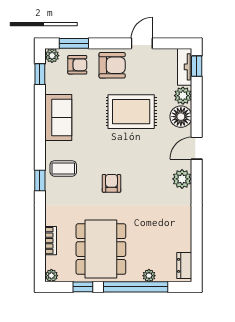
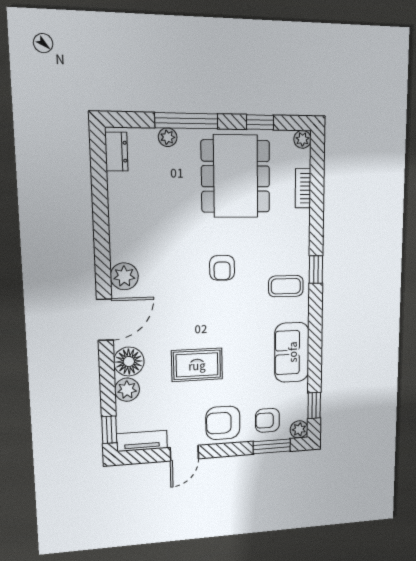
tv unit: (185, 67) -> (142, 441), moved, turned -90
rug: (131, 112) -> (197, 365), width x0.73, depth x0.70
door: (197, 148) -> (105, 320), width x1.38
window: (136, 287) -> (186, 121), width x0.68

